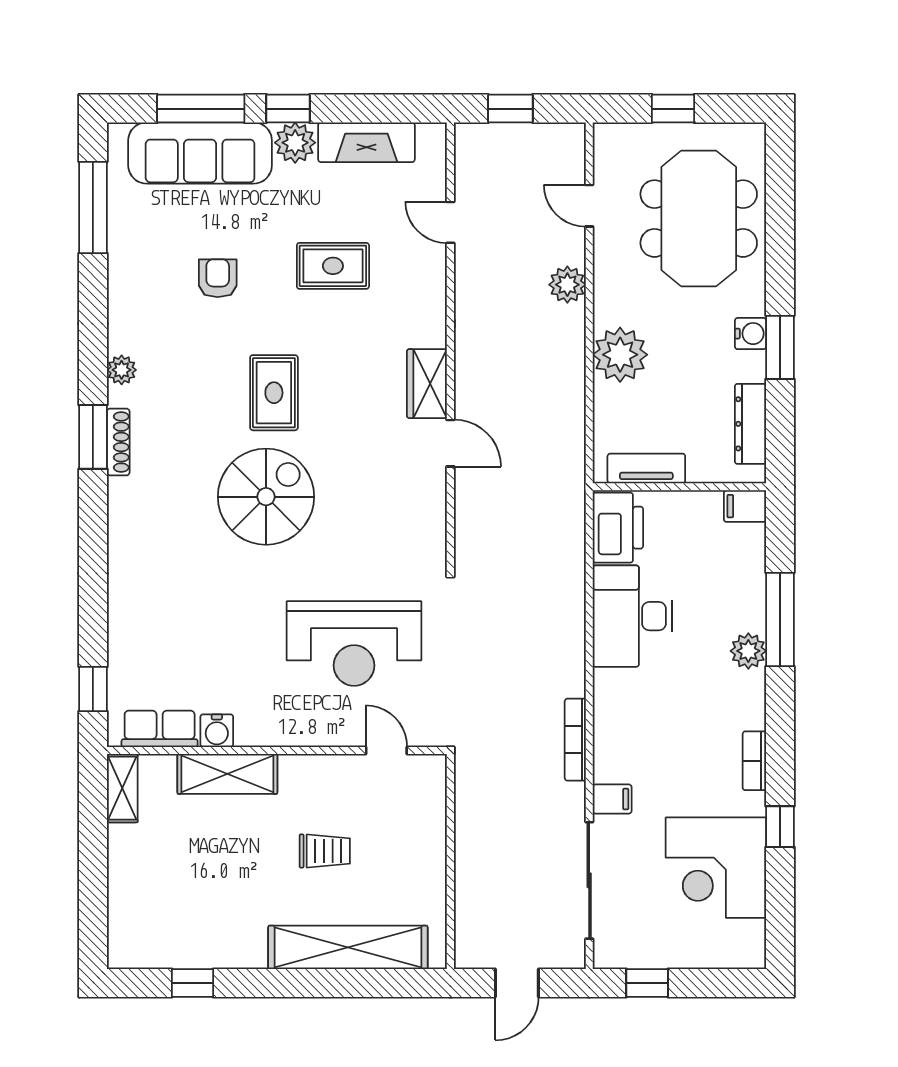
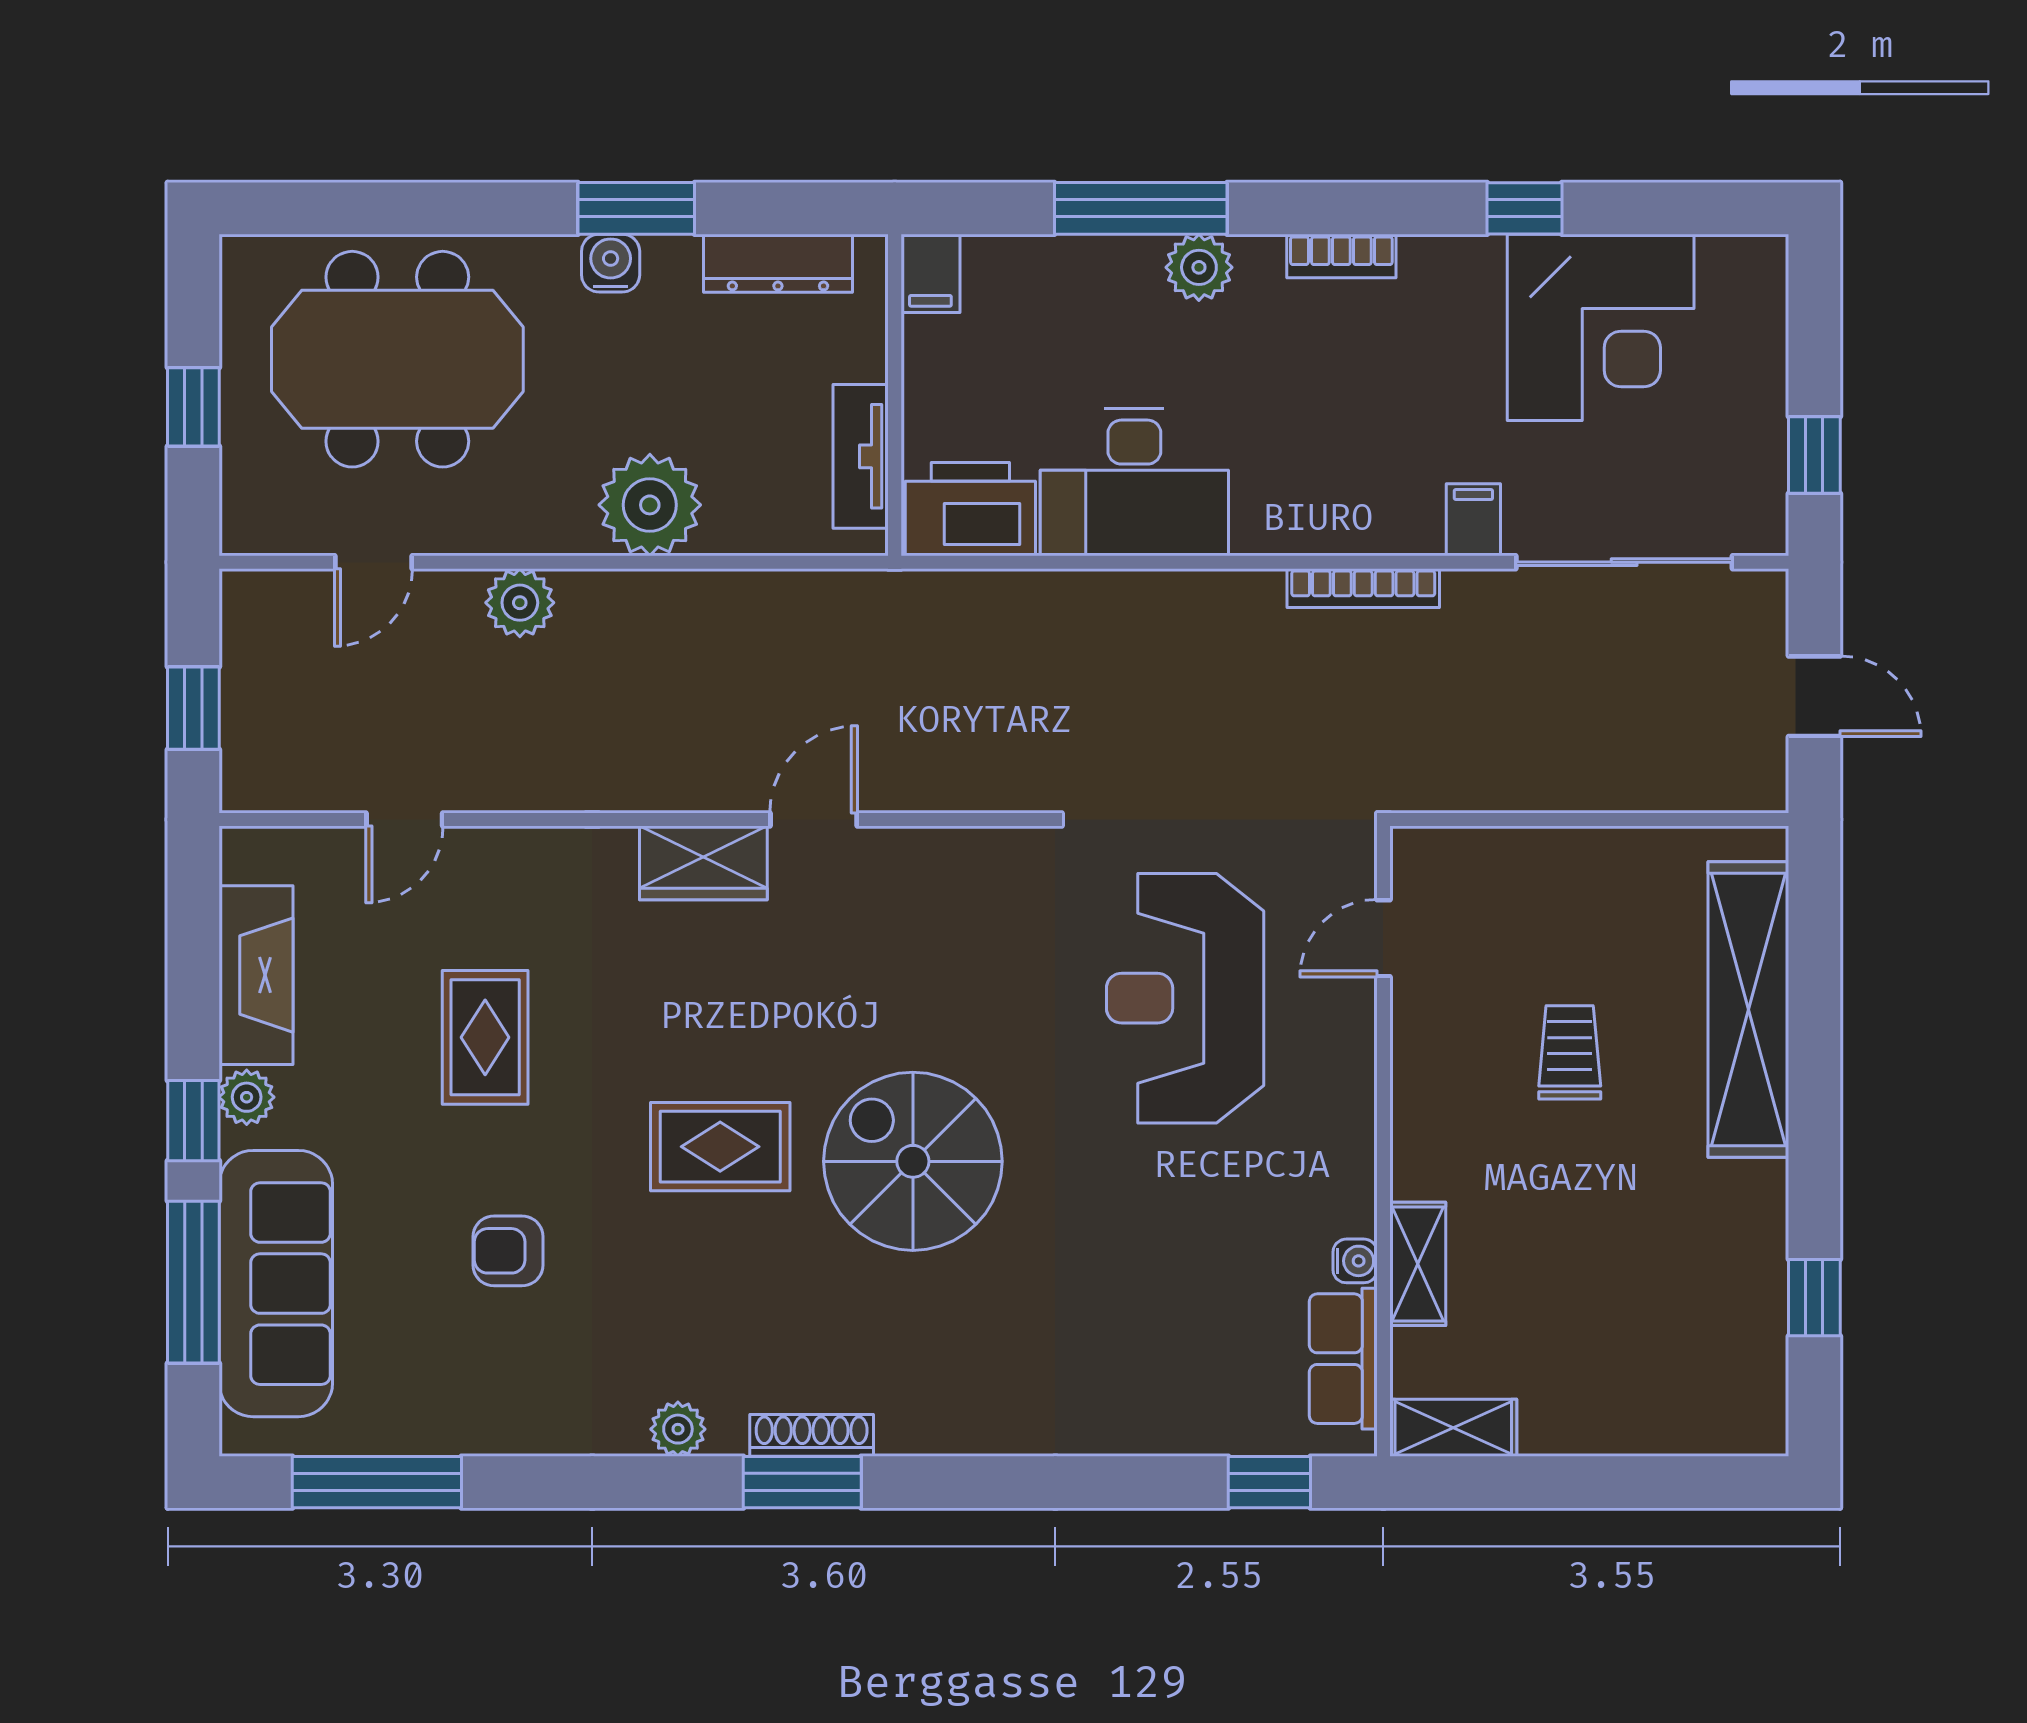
plant: (295, 143) -> (247, 1097), width x0.73, depth x0.73
reception desk: (354, 643) -> (1185, 998), turned 180
water cooler: (217, 731) -> (1355, 1261), width x0.72, depth x0.72
bookcase: (754, 761) -> (1341, 256), moved
shelving: (227, 774) -> (1418, 1264), width x0.67, depth x0.75

